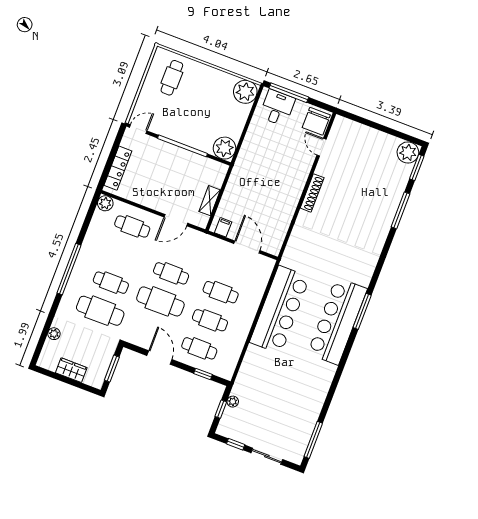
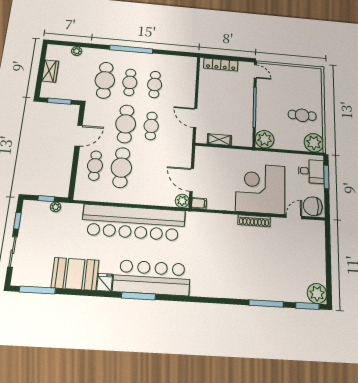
cafe table: (172, 78) -> (302, 115), moved
window: (289, 93) -> (326, 177), width x0.69
corner desk: (279, 173) -> (260, 188), added
plant: (105, 203) -> (182, 201), moved
cafe table: (132, 226) -> (155, 84), moved
filing cabinet: (223, 227) -> (199, 203), moved
door: (247, 247) -> (192, 180), swing flipped
cafe table: (221, 292) -> (148, 170), removed
bar counter: (280, 310) -> (134, 222), width x1.36
window: (362, 311) -> (138, 296), moved
cafe table: (210, 320) -> (121, 168), width x1.37, depth x1.35
fridge: (327, 371) -> (105, 282), added
window: (203, 374) -> (74, 175), removed
booth: (309, 398) -> (75, 274), added

